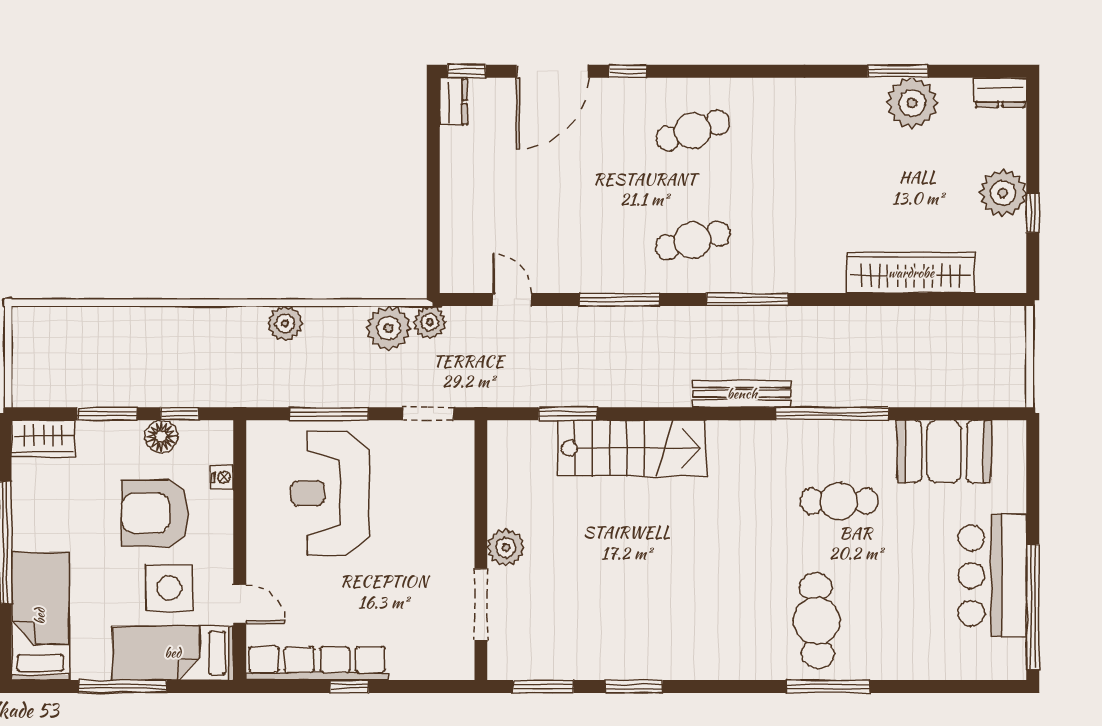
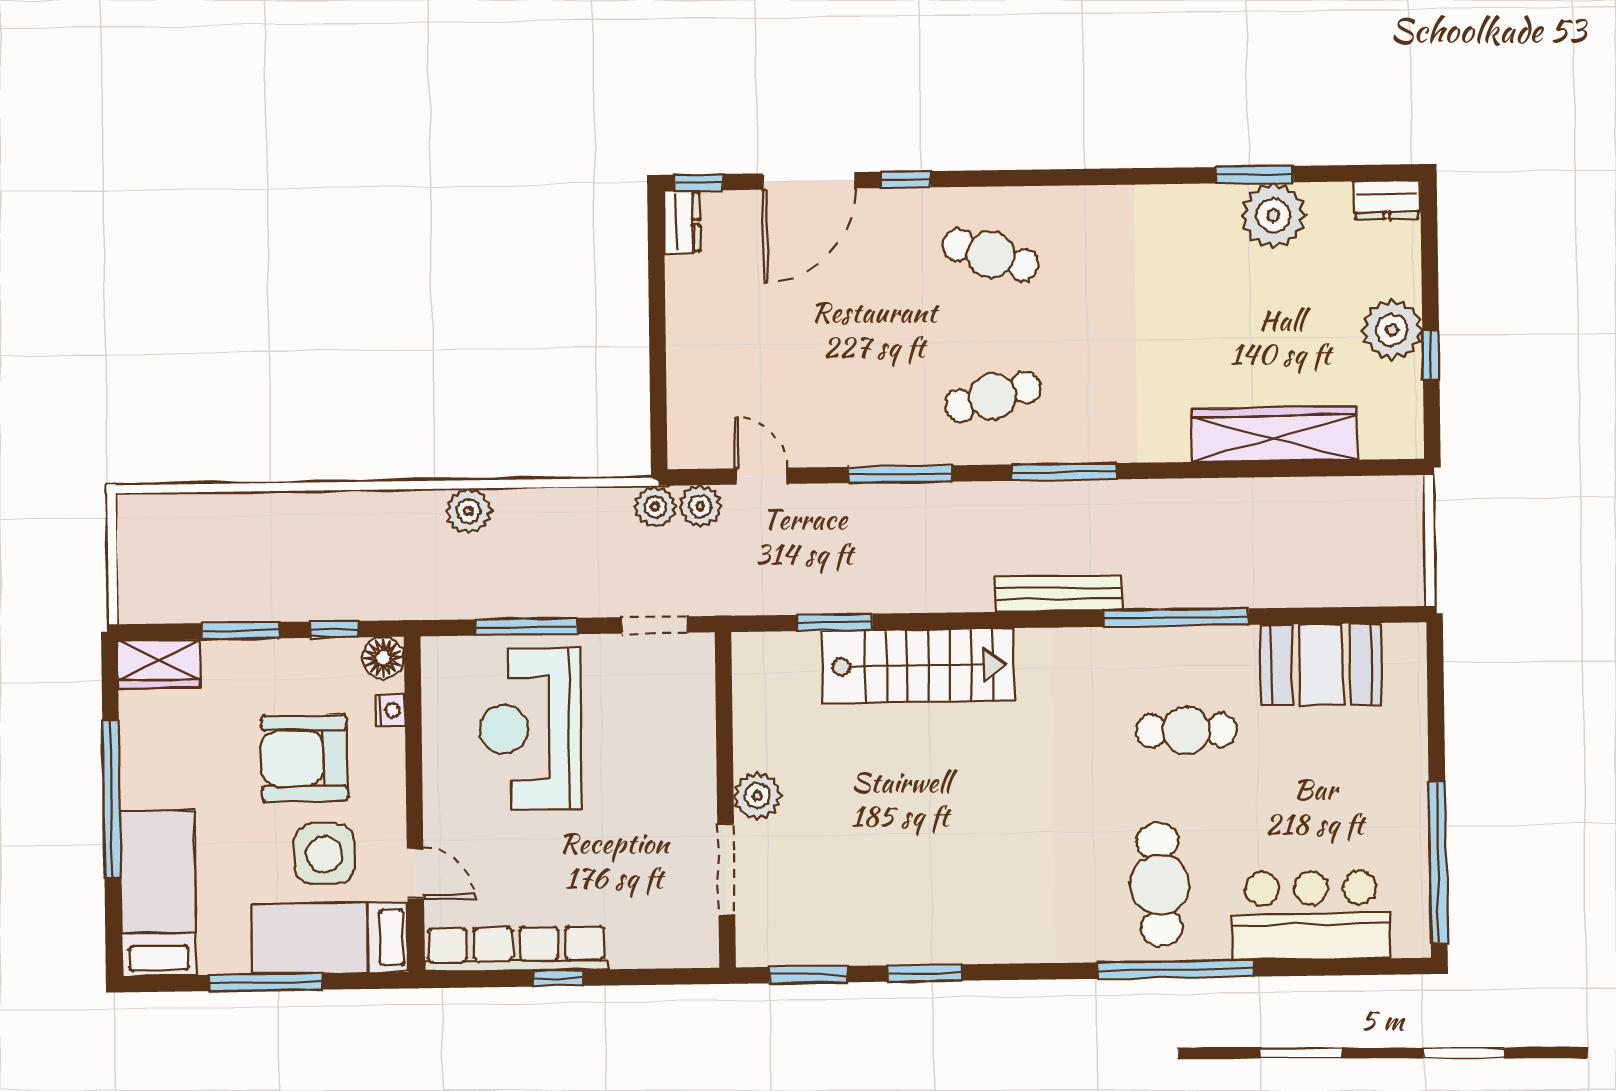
cafe table: (693, 130) -> (991, 255), turned 36
plant: (389, 328) -> (701, 506), moved, width x0.73, depth x0.73
floor lamp: (161, 436) -> (383, 658), moved
bar counter: (992, 575) -> (1311, 915), moved, turned 90
window: (828, 687) -> (1176, 970), width x1.46

